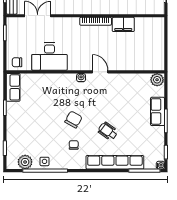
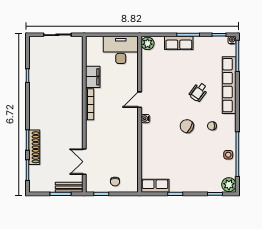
desk: (49, 56) -> (121, 50), moved, turned -90
chair: (17, 62) -> (115, 182), moved
plant: (25, 162) -> (229, 185), moved

